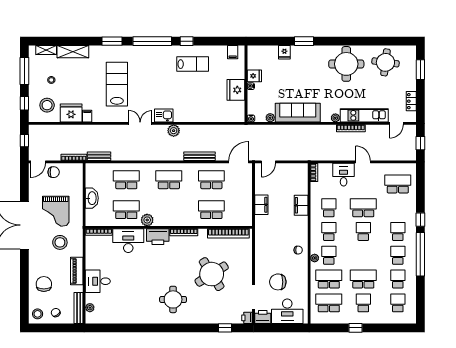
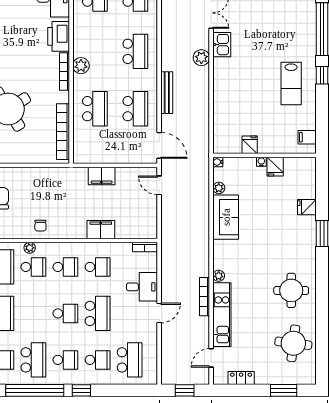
round table: (346, 64) -> (291, 290), width x0.73, depth x0.73
fridge: (236, 90) -> (250, 145), width x0.53, depth x0.75
sofa: (298, 113) -> (226, 217), width x0.73
door: (396, 123) -> (211, 358), hinge flipped
school desk: (398, 208) -> (98, 360), added
plant: (147, 220) -> (81, 66), moved
school desk: (398, 255) -> (33, 360), width x1.85

